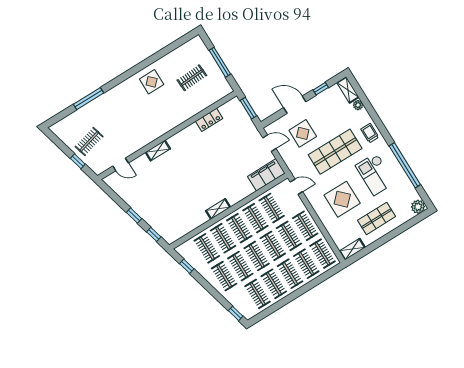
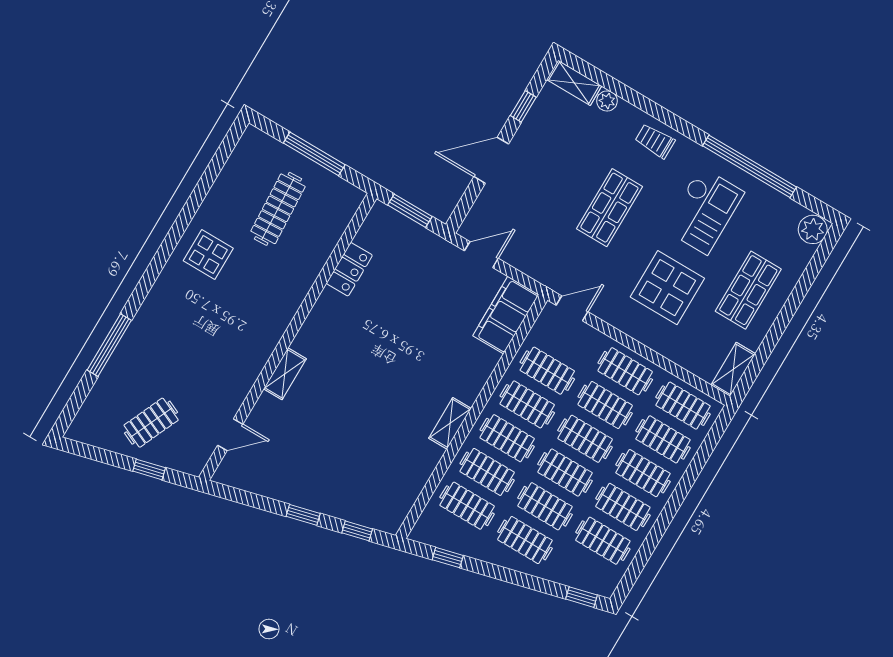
clothes rail: (192, 78) -> (278, 209), width x1.36
display table: (303, 133) -> (533, 205), removed
clothes rail: (89, 141) -> (151, 423), turned 39
shop shelf: (335, 152) -> (609, 208), width x0.70, depth x0.74
checkout: (375, 174) -> (704, 211), turned -90

